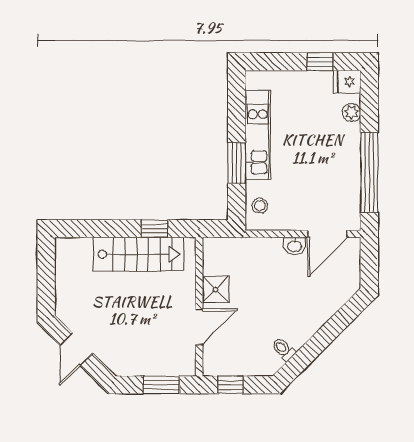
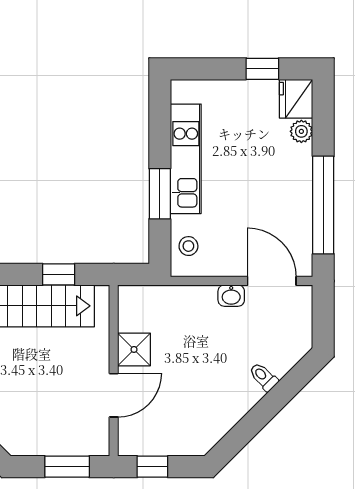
fridge: (347, 82) -> (296, 99), width x1.38
door: (327, 234) -> (272, 281), swing flipped
toilet: (283, 349) -> (263, 377), moved

